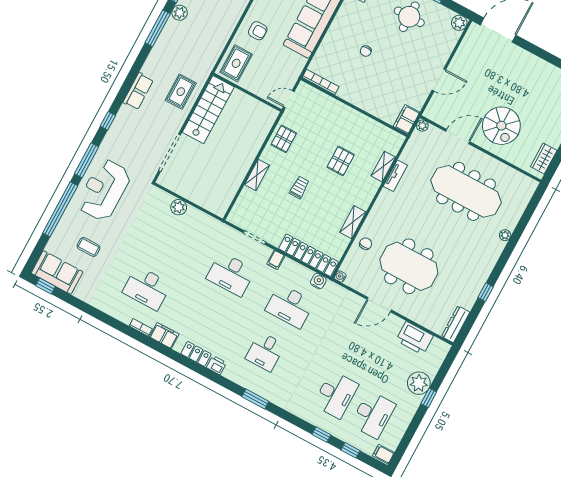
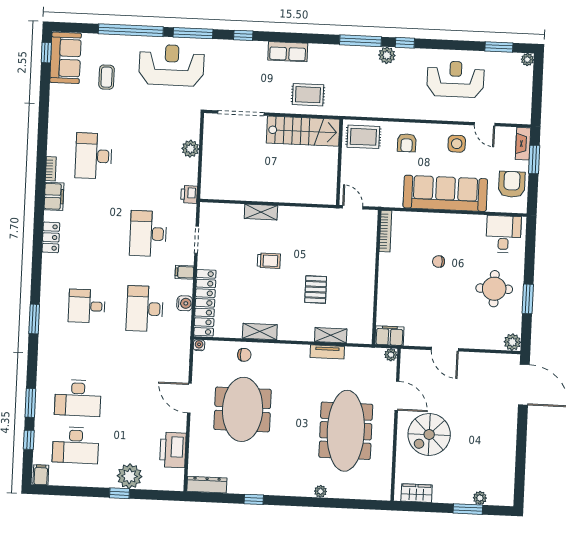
pallet: (284, 139) -> (310, 221), removed
pallet: (341, 161) -> (316, 290), turned 90
water cooler: (318, 281) -> (185, 303), moved
printer: (216, 365) -> (189, 194), moved, turned 180
window: (321, 435) -> (30, 403), width x1.50

